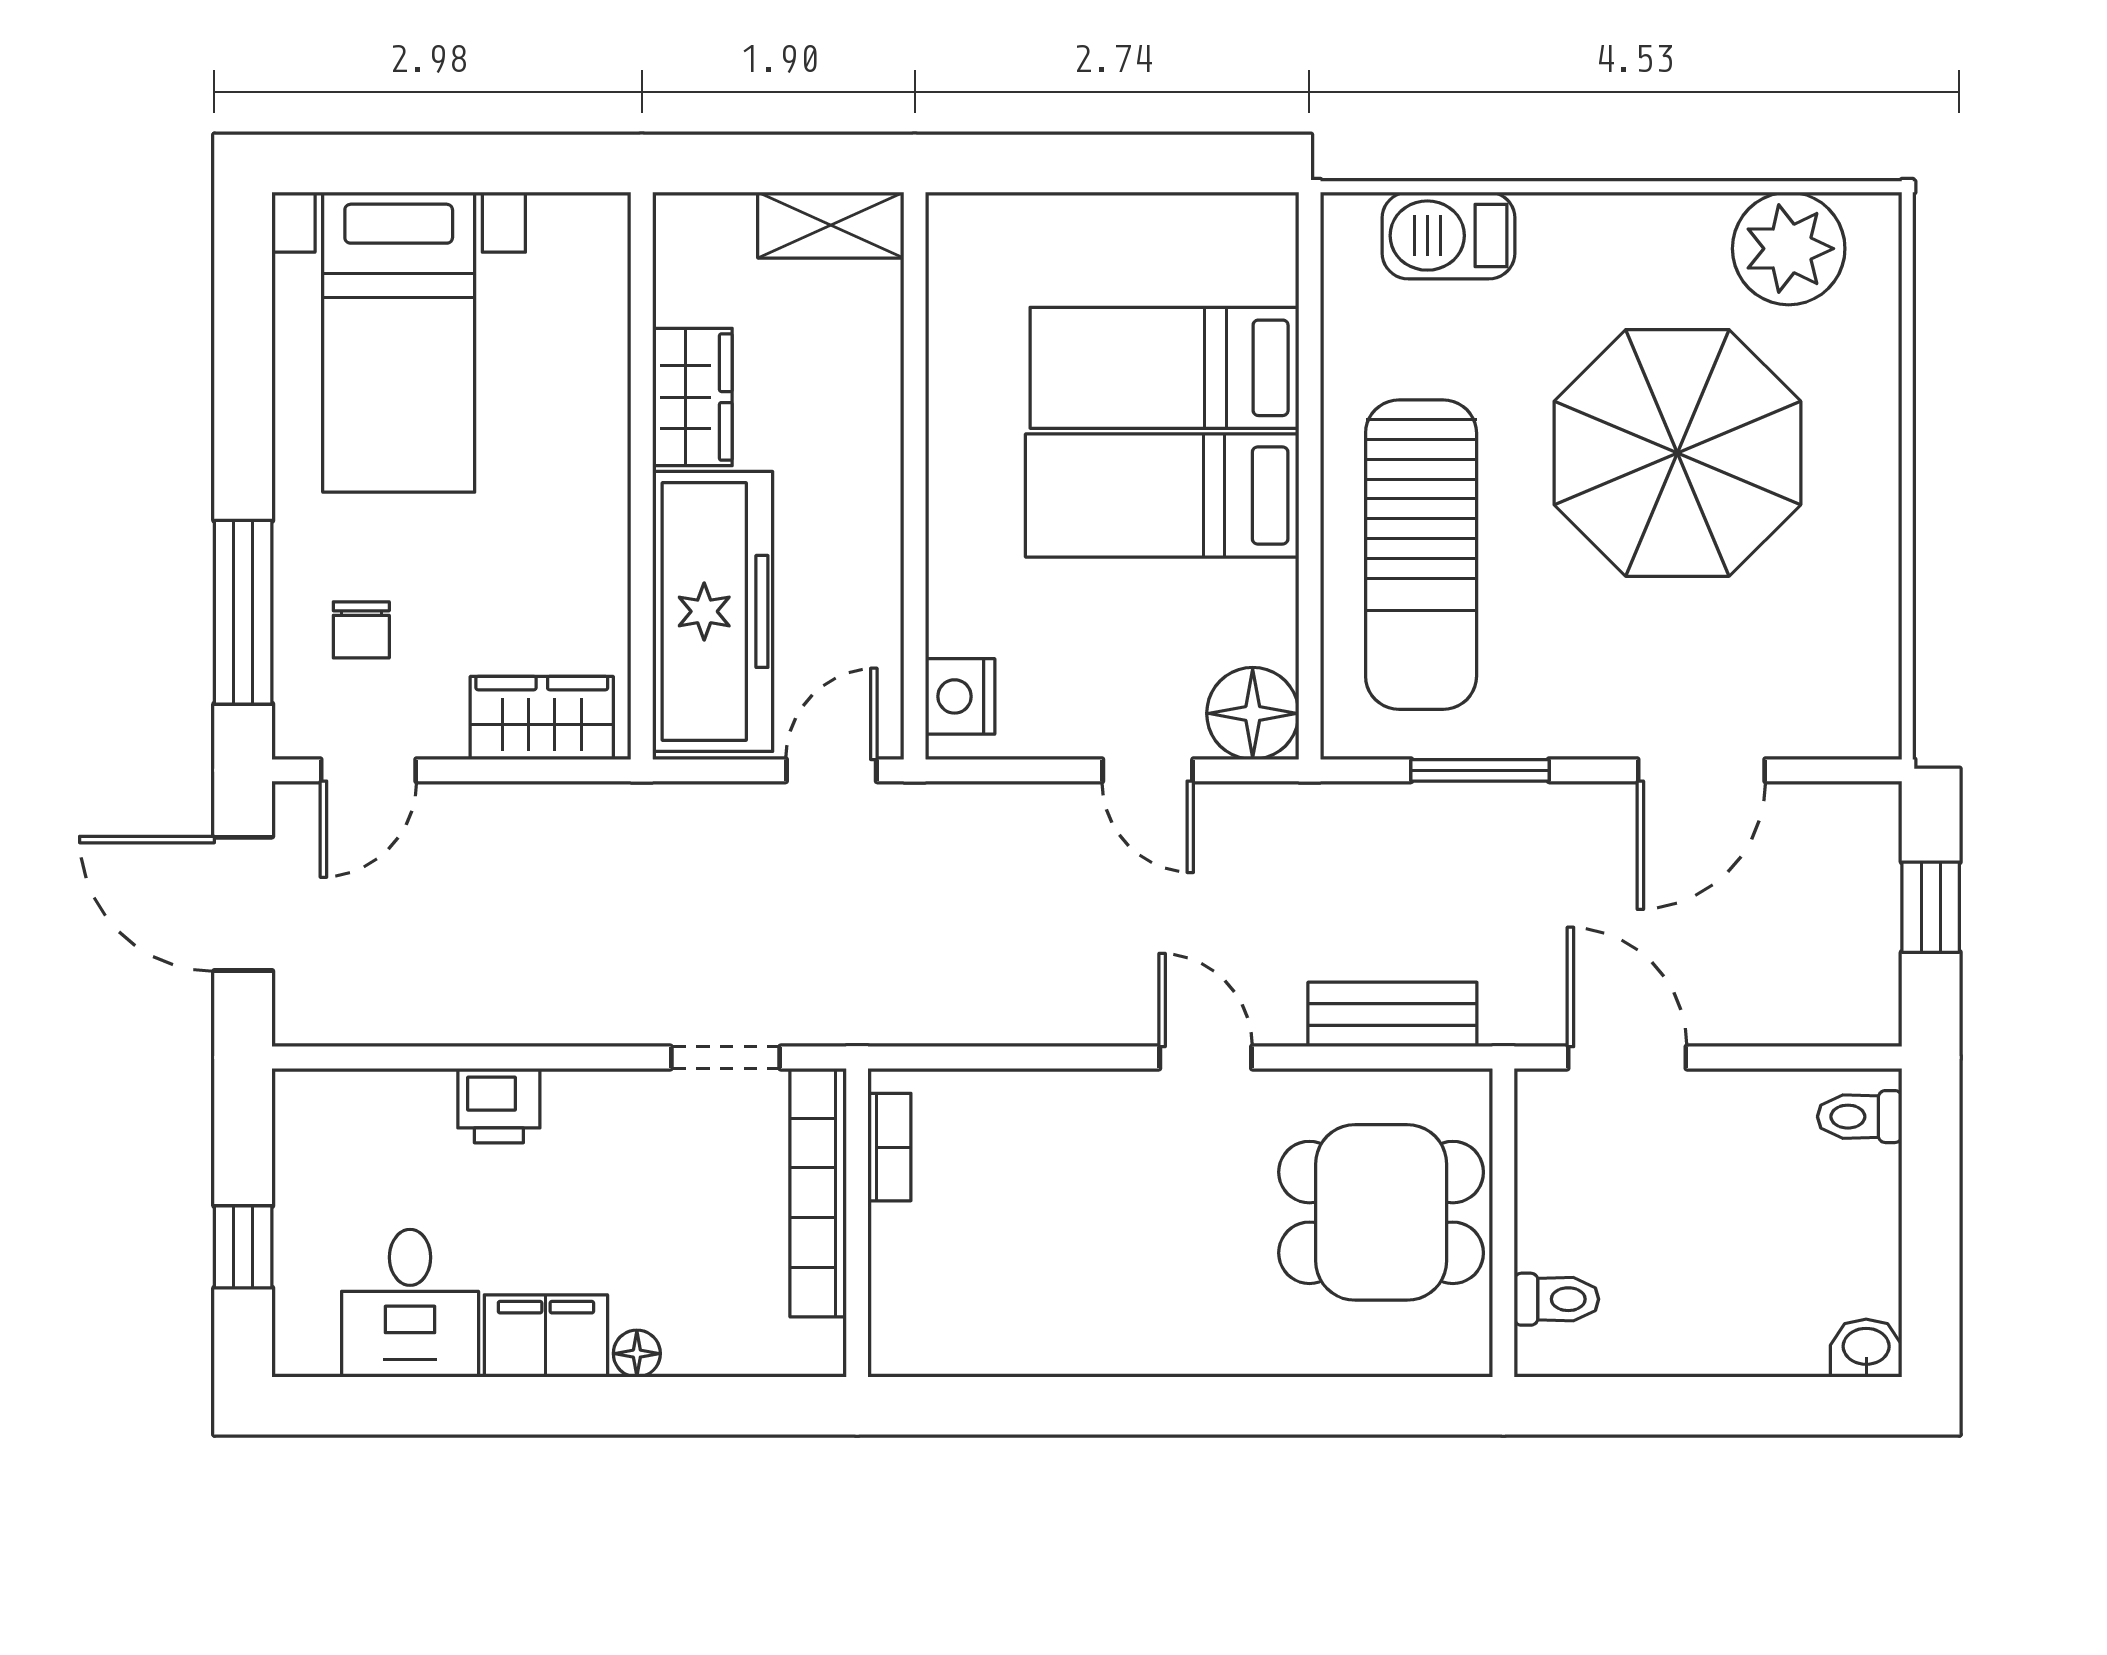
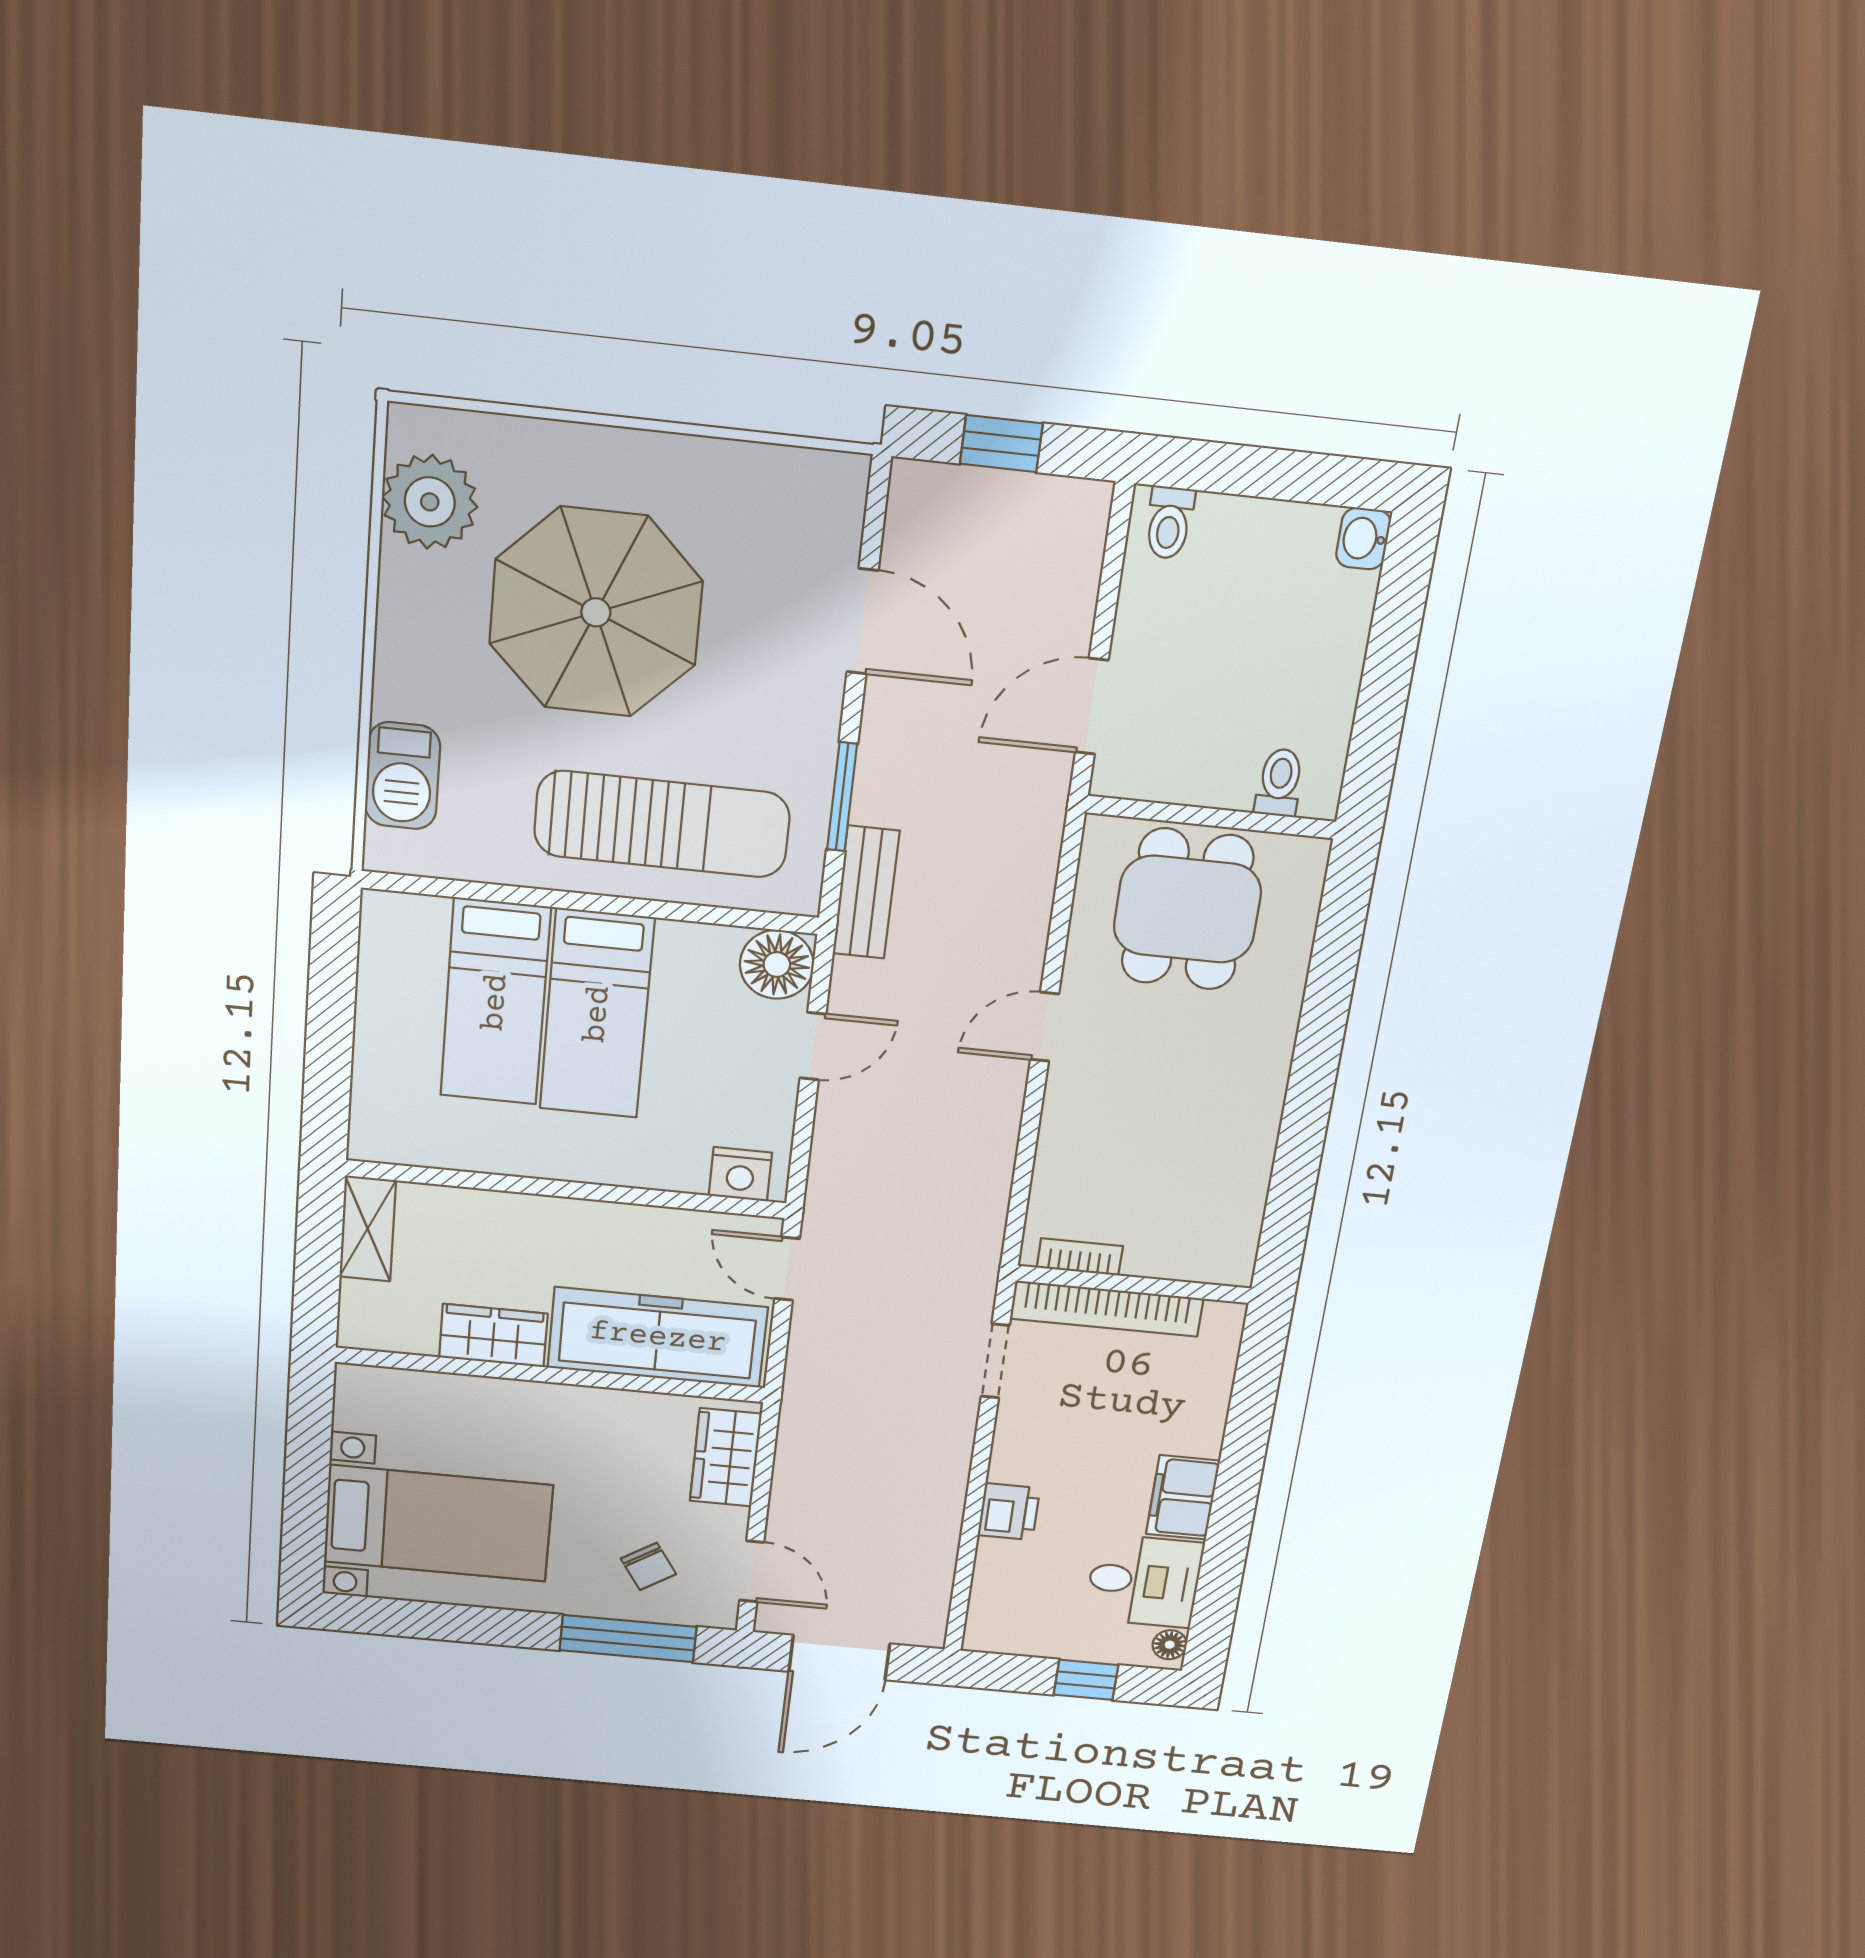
chair: (361, 630) -> (648, 1566), turned 57
bench: (1392, 1014) -> (866, 892), moved
floor lamp: (637, 1354) -> (1170, 1645), moved

